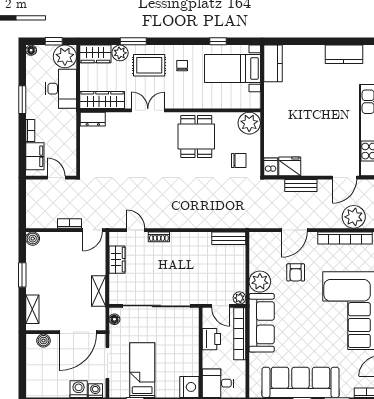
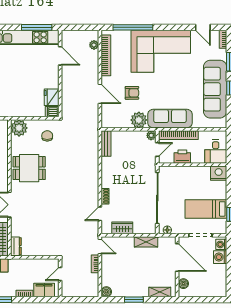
bench: (301, 185) -> (66, 89), removed
plant: (354, 217) -> (94, 45), width x0.53, depth x0.53

